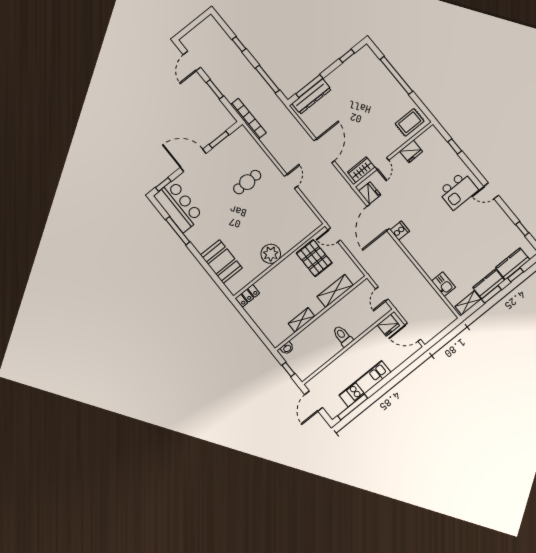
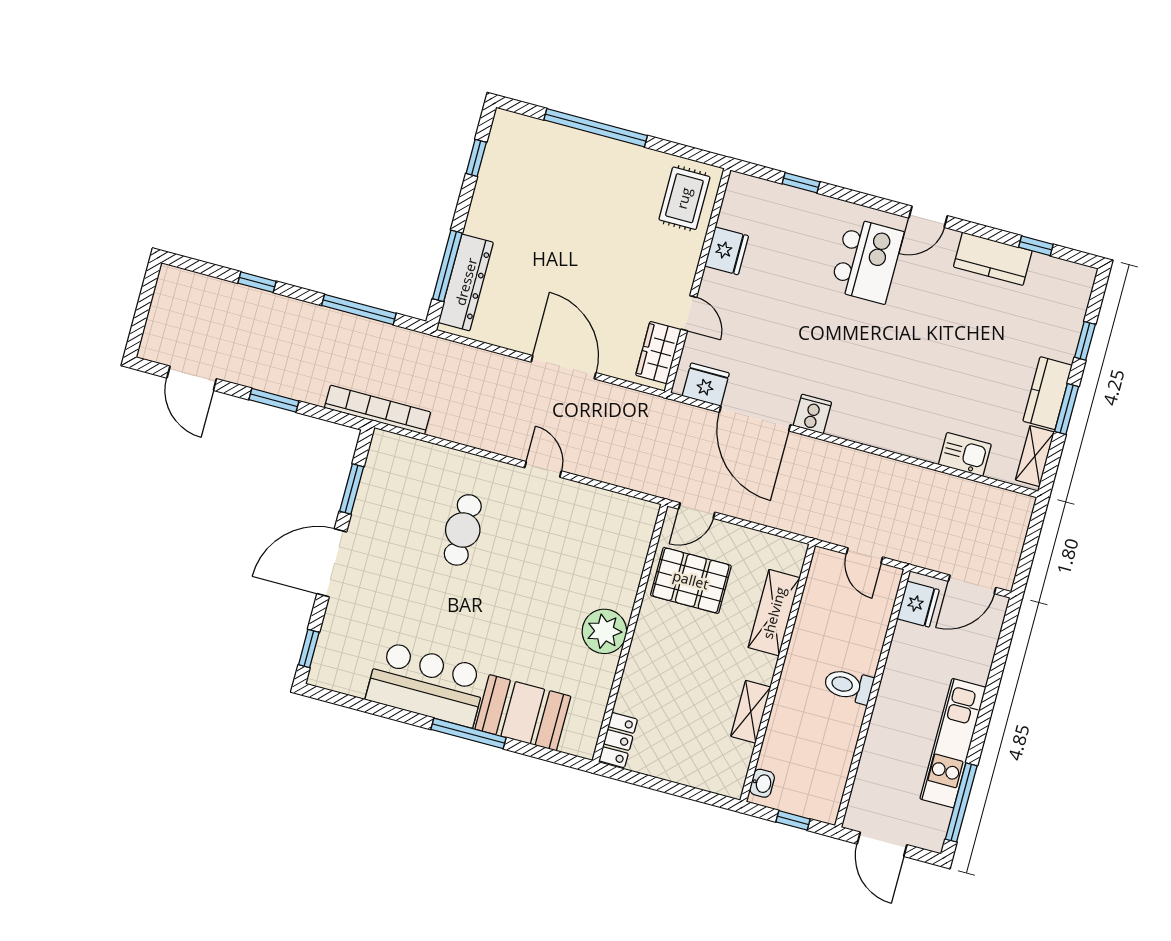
bar counter: (179, 206) -> (427, 684), moved
window: (178, 231) -> (468, 733), moved
kitchen counter: (513, 264) -> (993, 259), moved, turned -90

